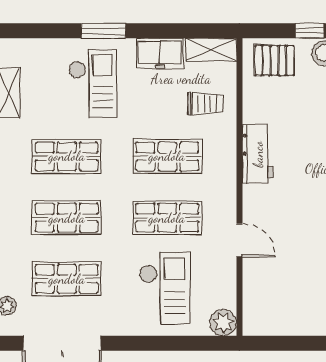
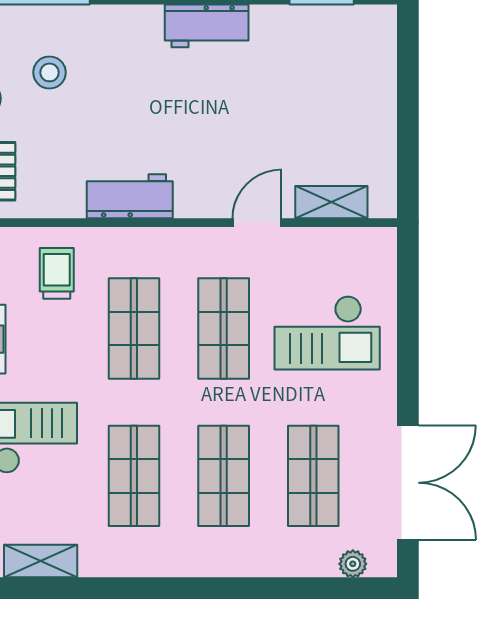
checkout: (164, 288) -> (327, 333), turned 180
shelving: (253, 291) -> (331, 202), added
plant: (223, 323) -> (378, 246), removed

